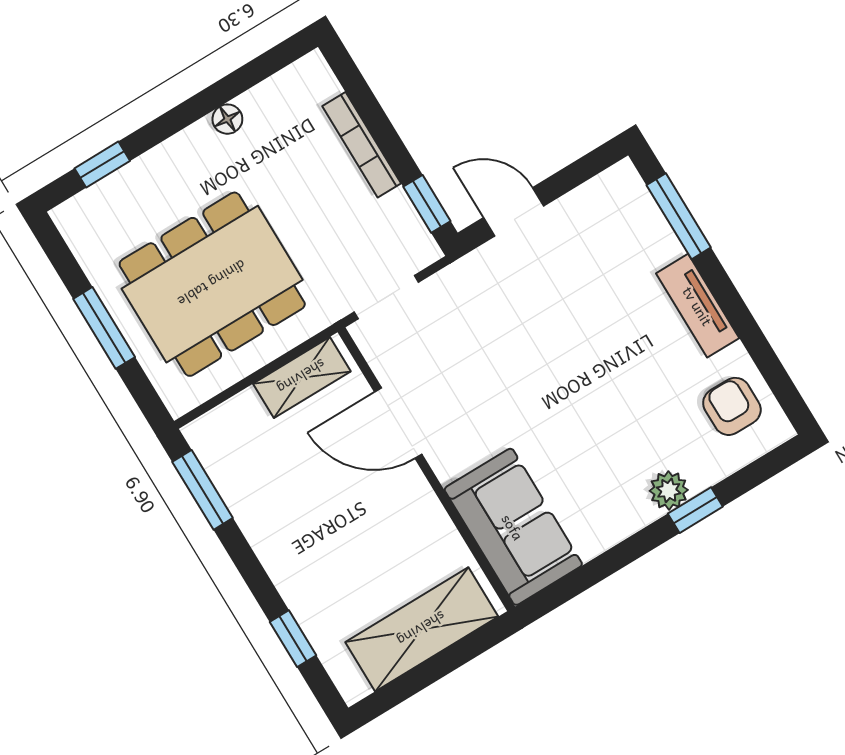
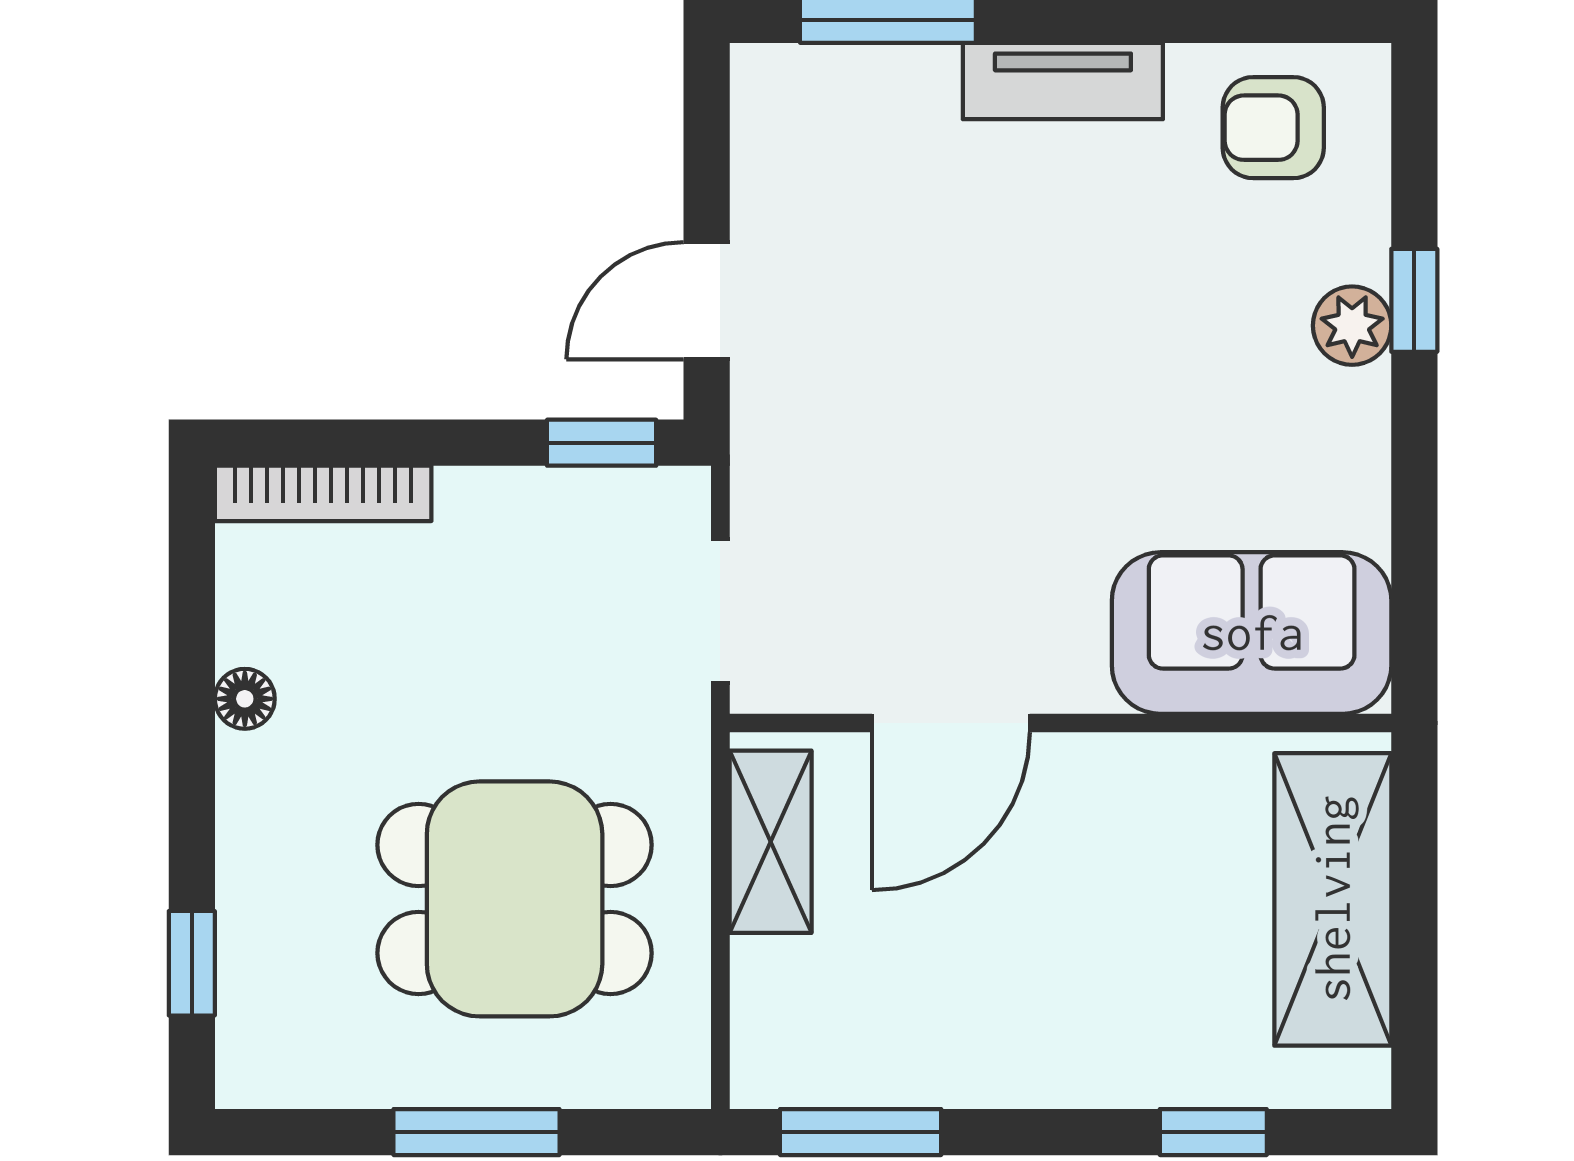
bookcase: (362, 145) -> (323, 493), moved
dining table: (212, 284) -> (515, 899), width x0.73

